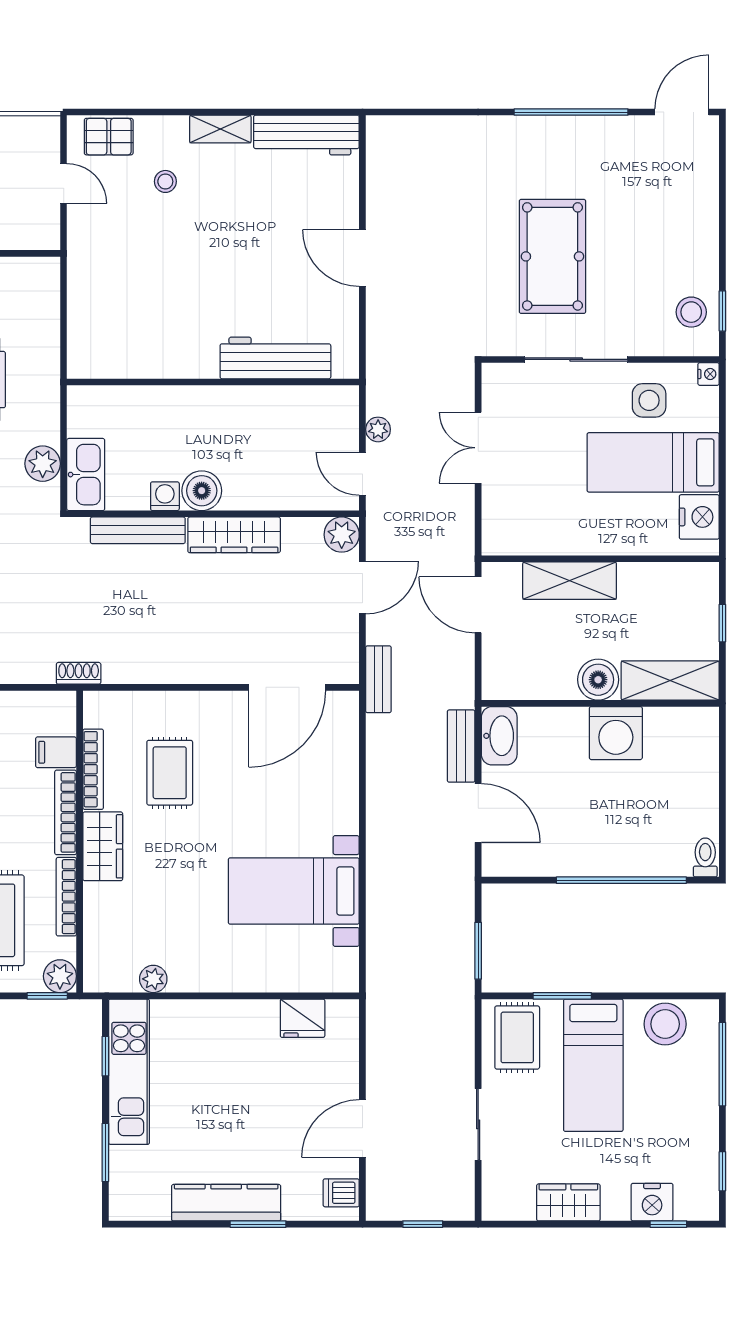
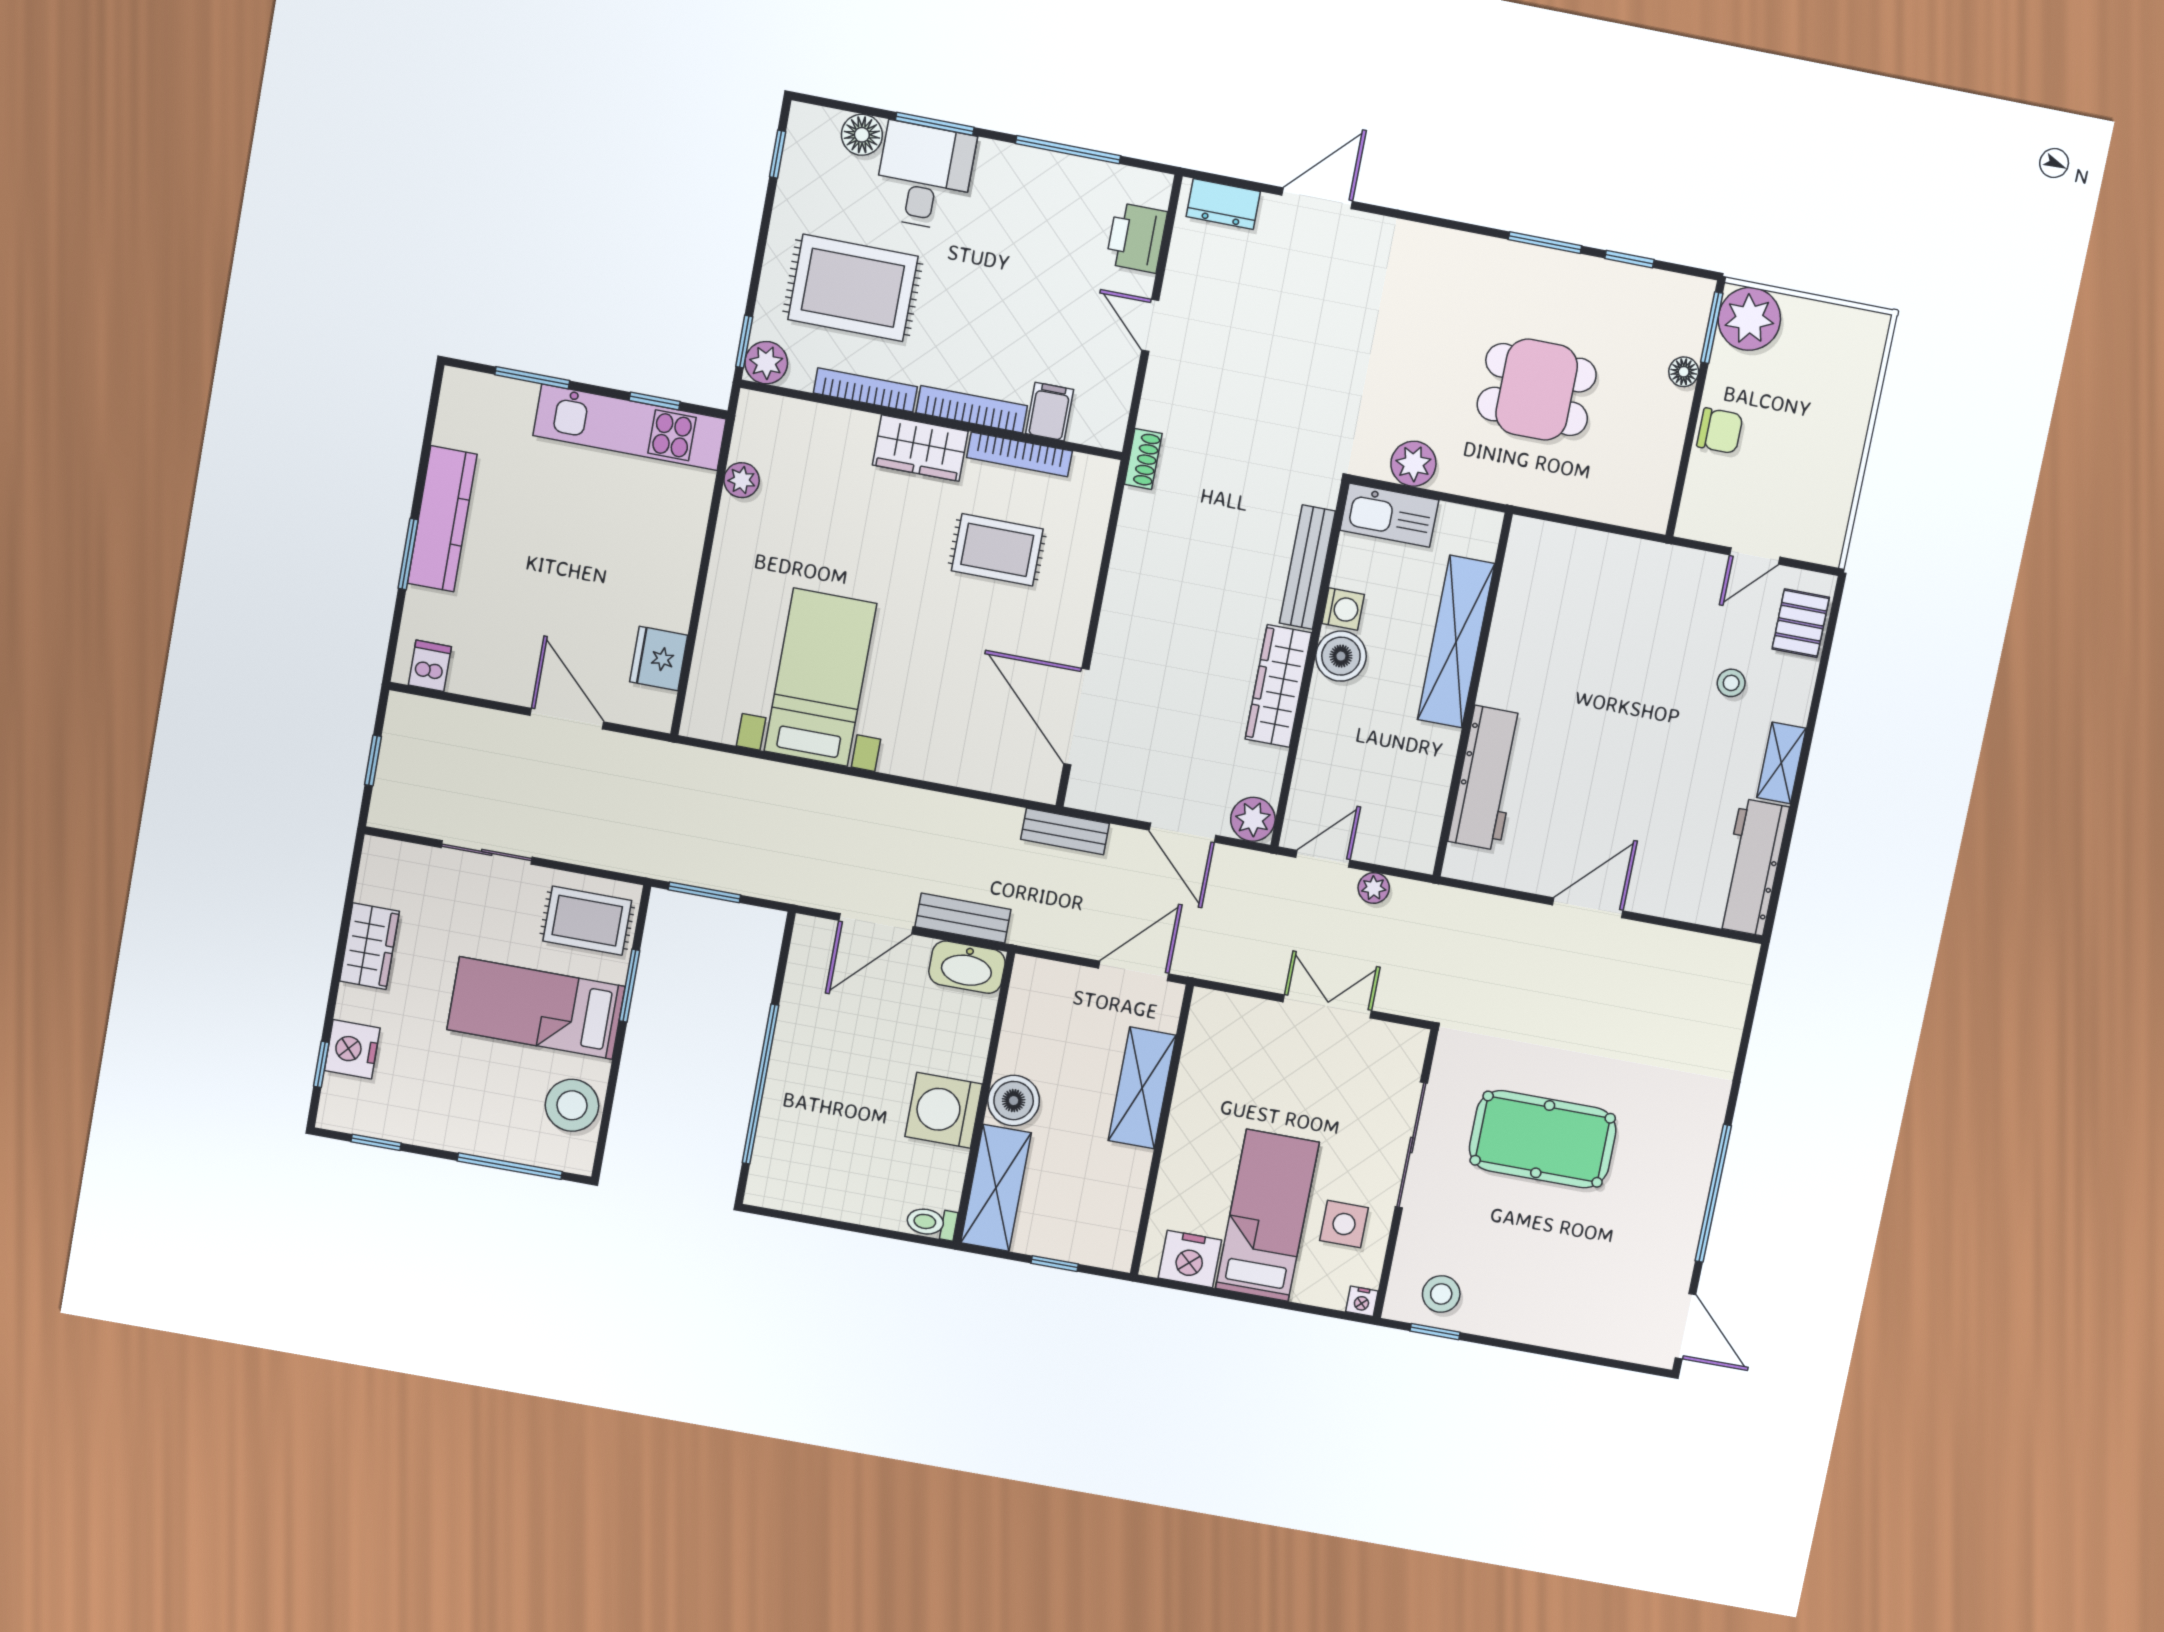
shelving: (174, 403) -> (1456, 642), added
toilet: (705, 857) -> (932, 1223), moved, turned 180
door: (362, 1129) -> (567, 719), moved

